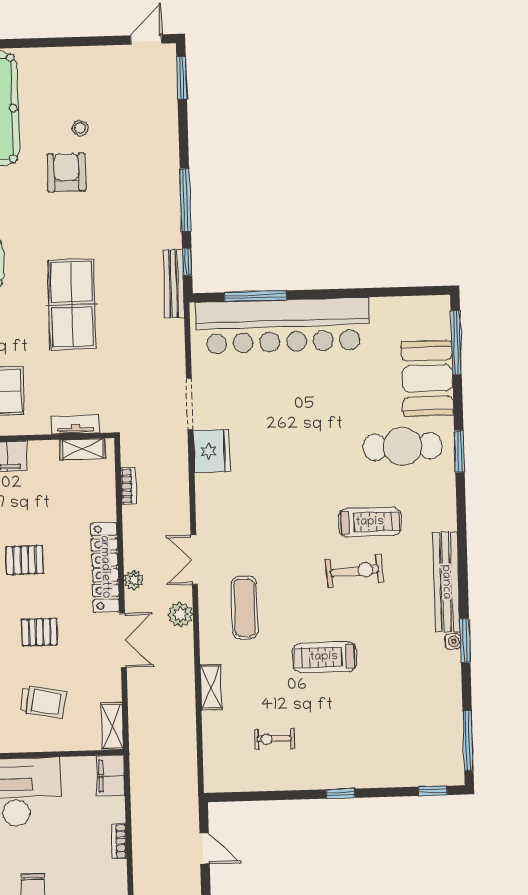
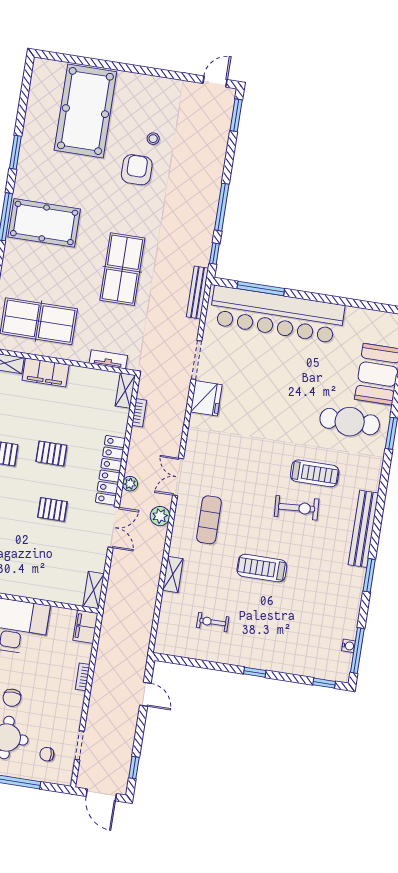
bench: (174, 284) -> (198, 292), moved
shelving: (83, 449) -> (125, 390), moved, turned 90
water cooler: (453, 641) -> (348, 646), moved
trolley: (43, 702) -> (45, 562), removed

